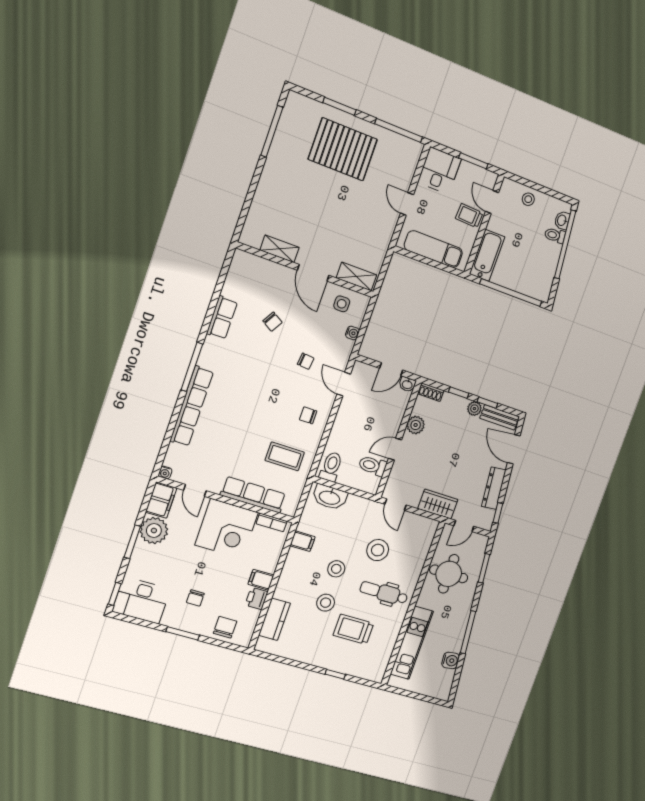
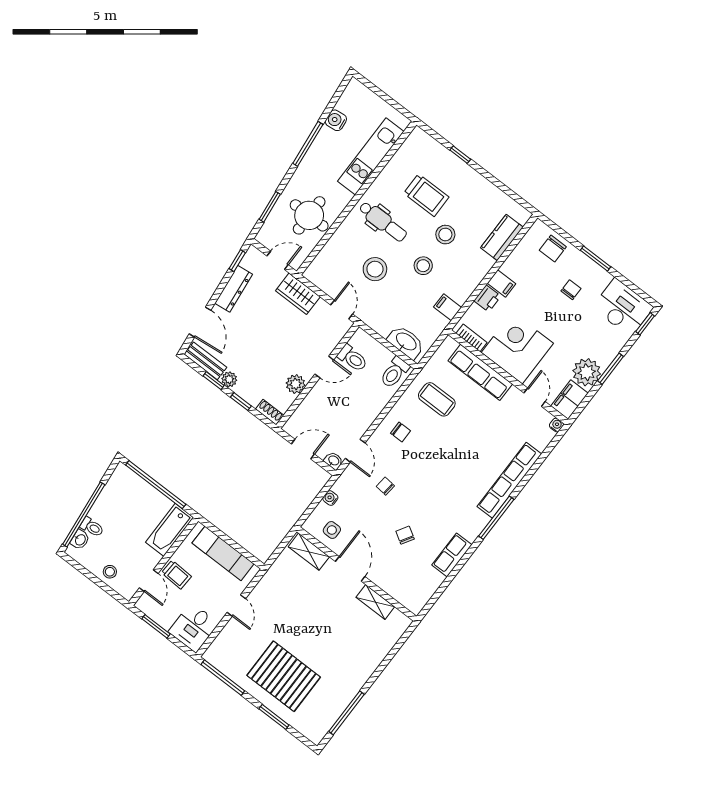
washbasin: (407, 384) -> (334, 461), moved
printer: (257, 598) -> (487, 298), moved

